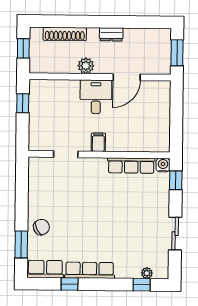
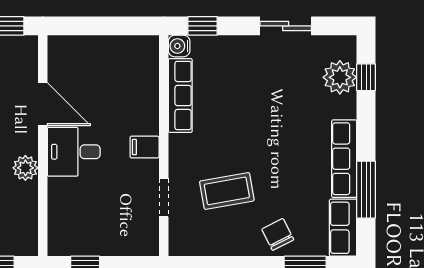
coffee table: (70, 195) -> (227, 191), added
plant: (147, 273) -> (340, 77), width x1.87, depth x1.87
window: (70, 284) -> (366, 190), width x2.17

